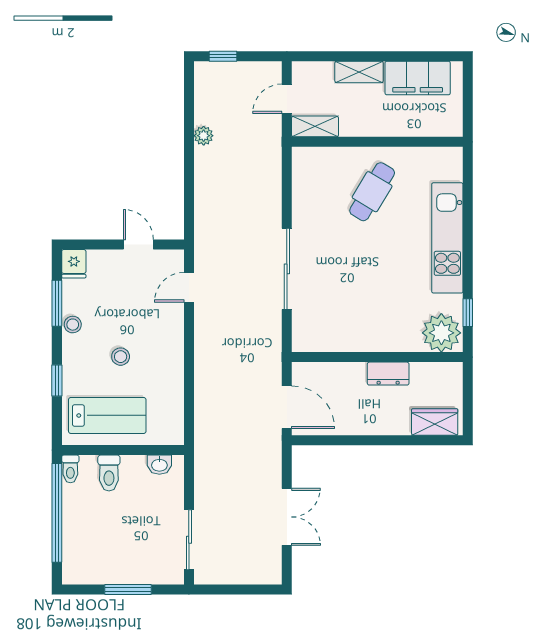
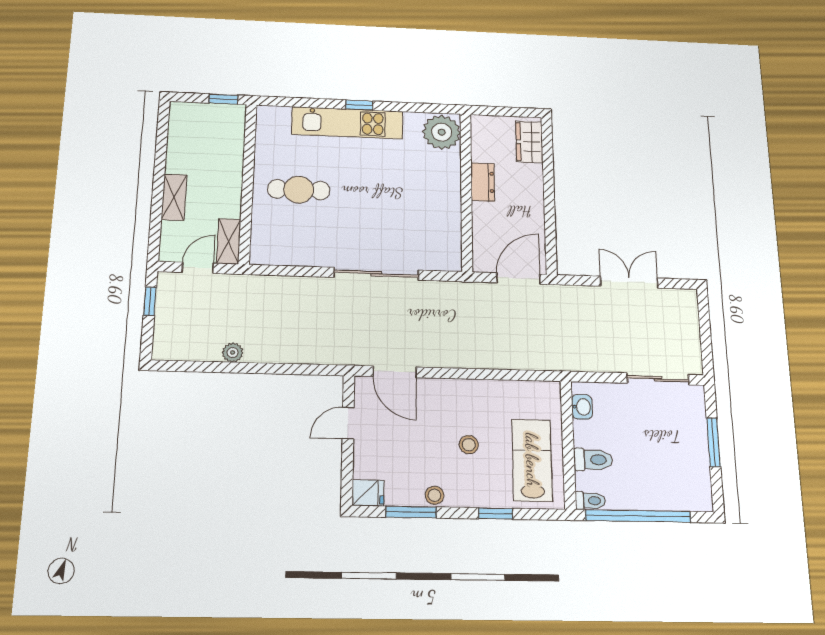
window: (223, 56) -> (150, 301), moved
filing cabinet: (418, 78) -> (184, 143), removed
door: (287, 99) -> (198, 268), swing flipped
window: (468, 114) -> (223, 99), added
cafe table: (372, 192) -> (299, 190), turned -31
door: (189, 287) -> (395, 372), width x1.38
window: (468, 313) -> (359, 105), moved

